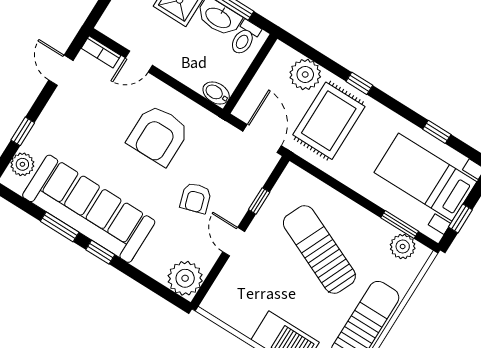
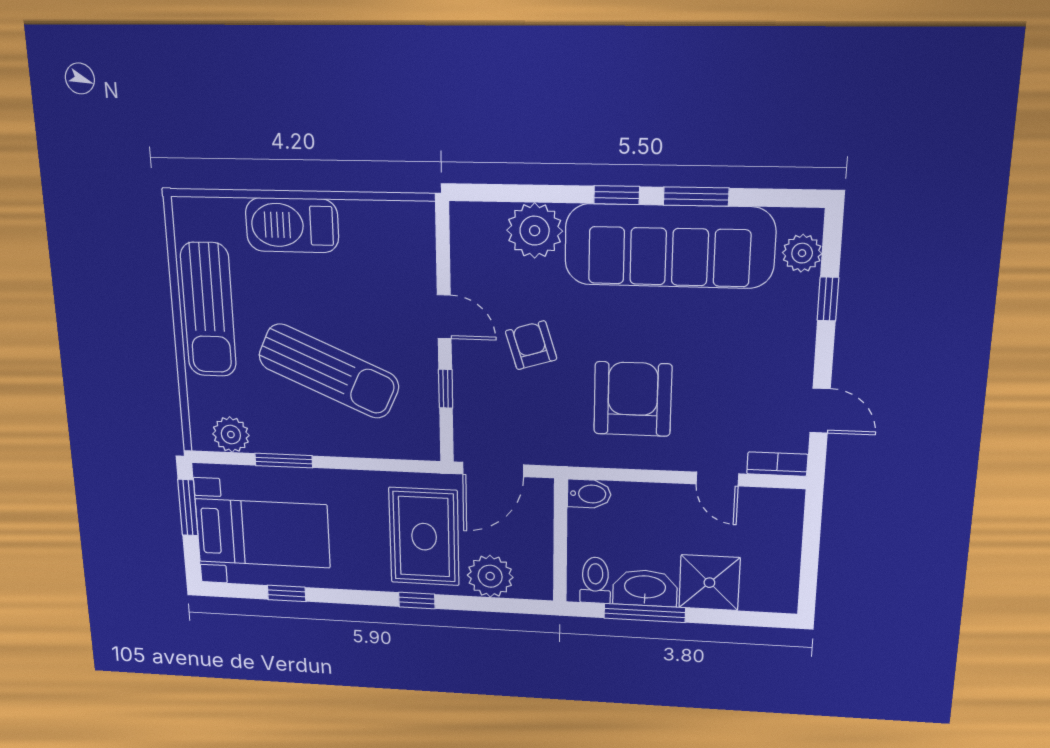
door: (139, 62) -> (717, 479), swing flipped
door: (262, 139) -> (493, 469), hinge flipped
window: (460, 218) -> (188, 507), width x1.50
window: (400, 224) -> (284, 461), moved
plant: (185, 278) -> (535, 231), moved

